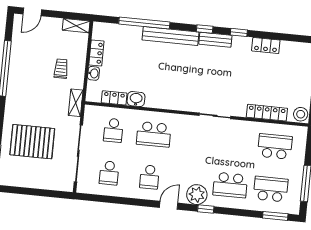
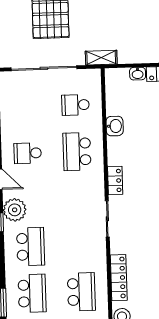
trolley: (61, 69) -> (138, 36), removed
locker: (114, 98) -> (115, 181), moved
school desk: (109, 173) -> (26, 106), removed
school desk: (230, 185) -> (31, 247), turned 180

